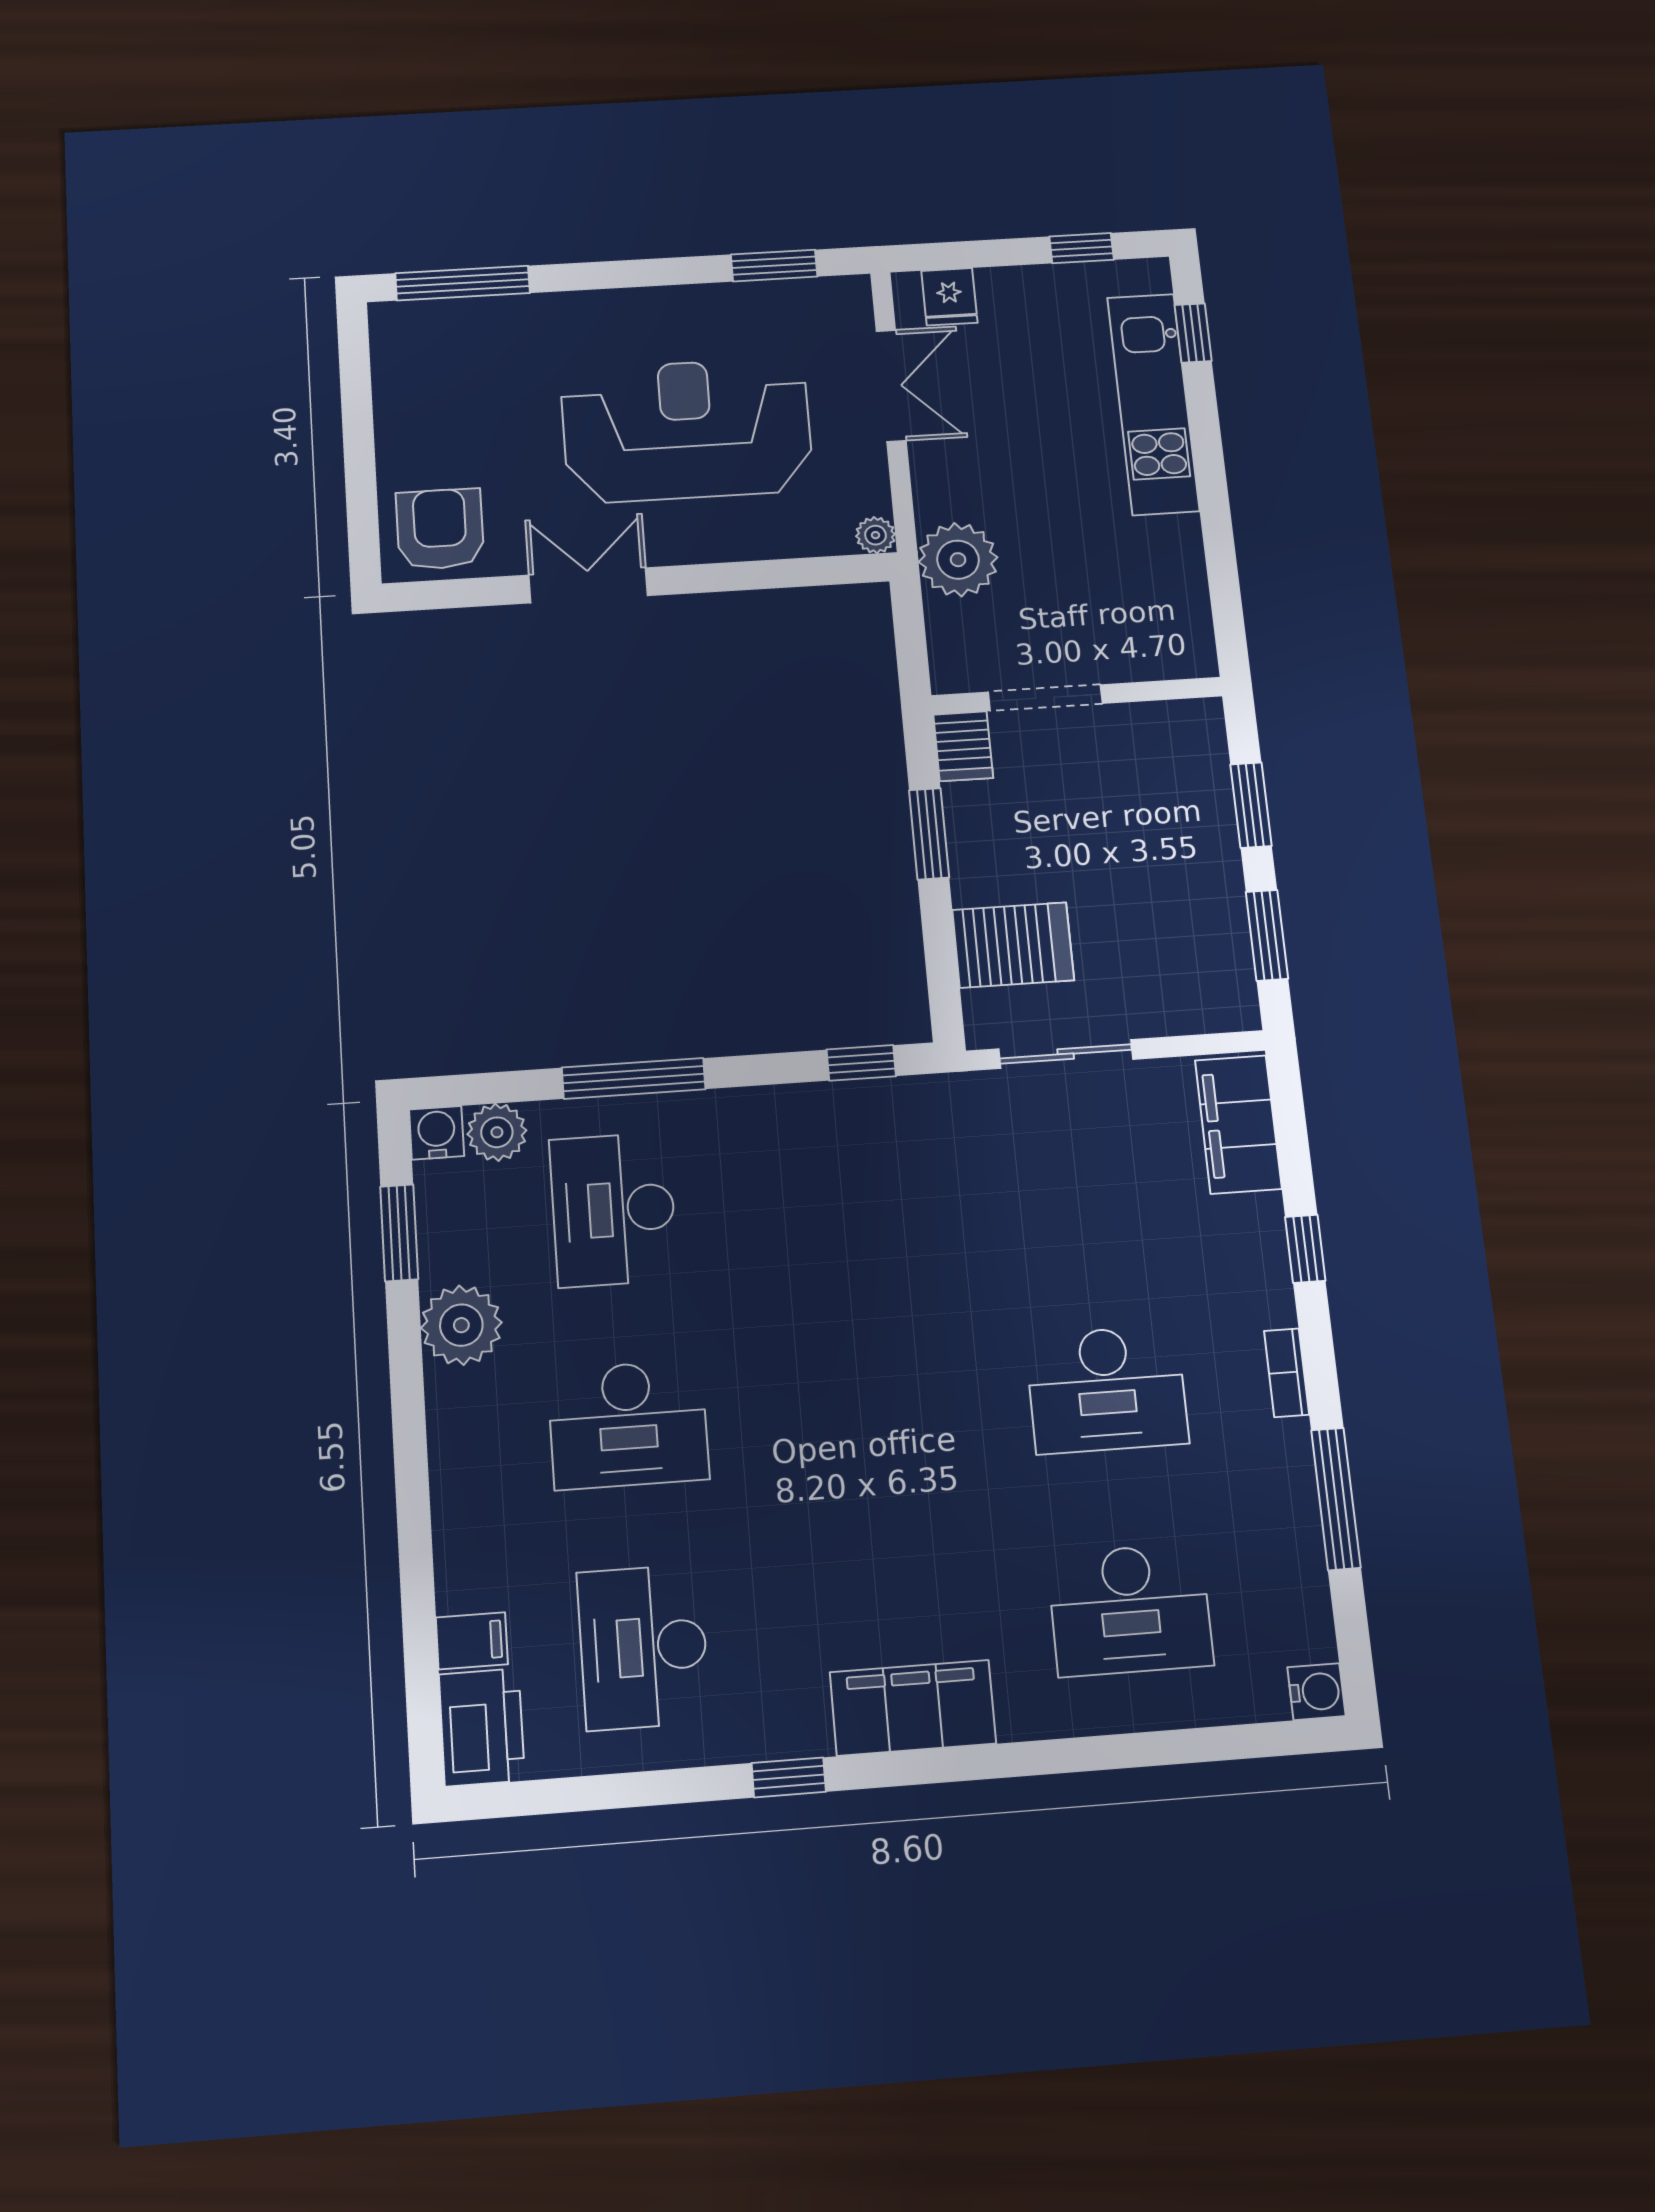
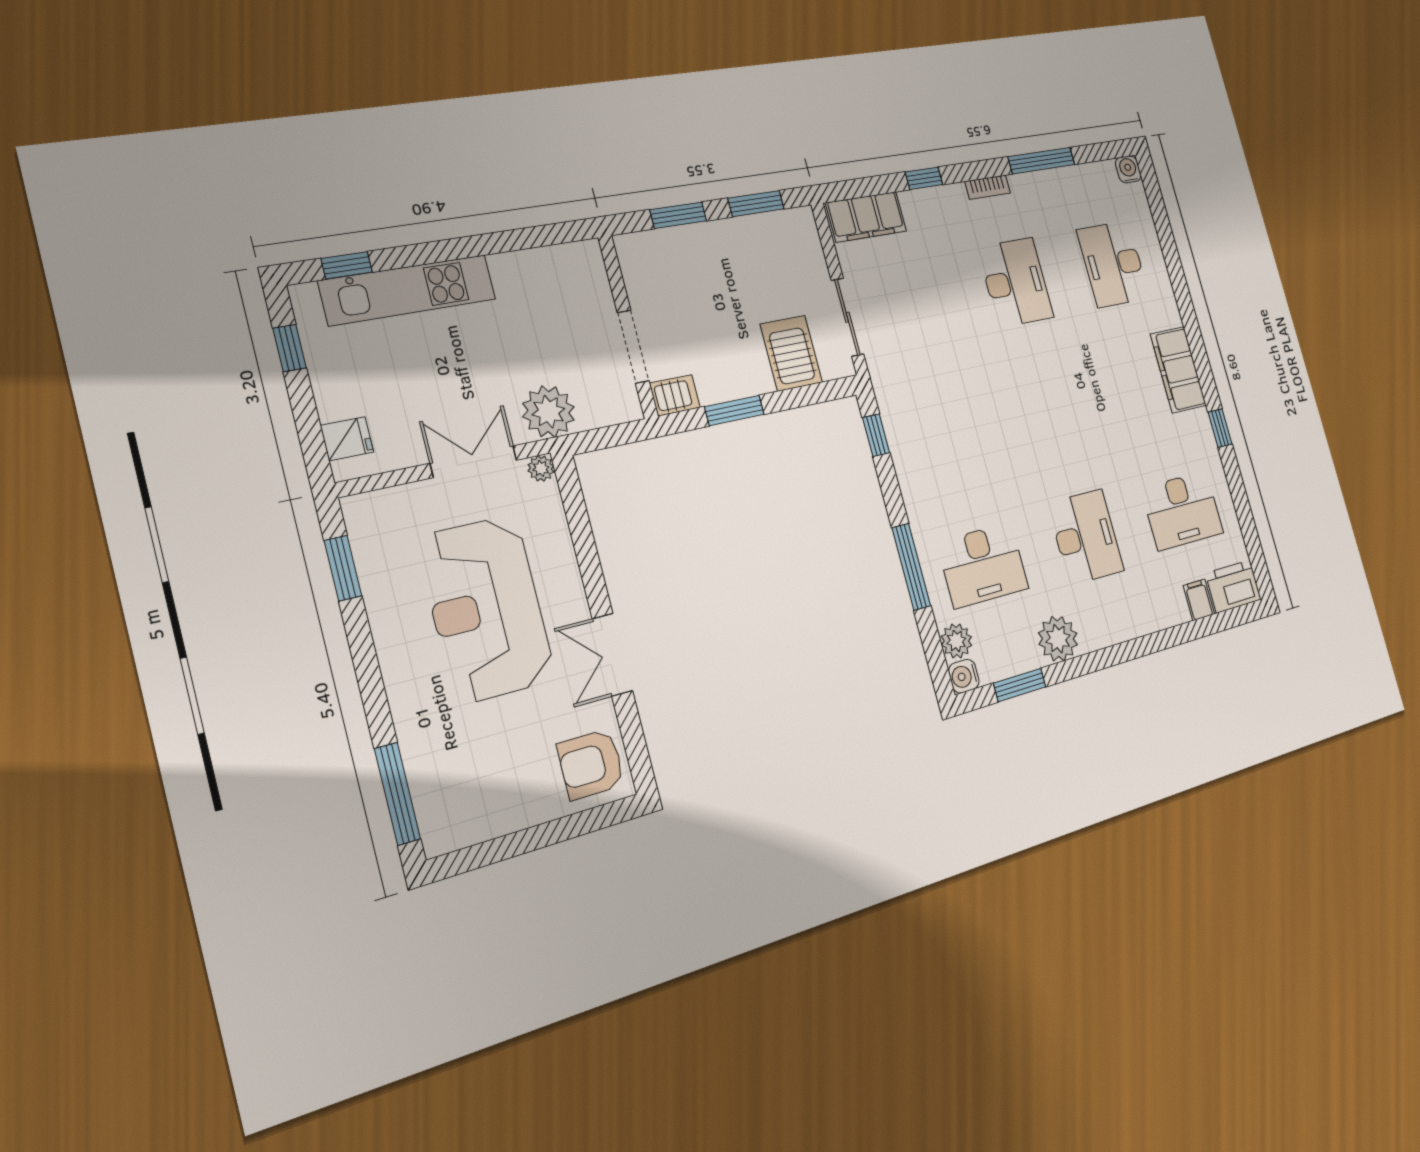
double door: (891, 386) -> (474, 462), moved
desk: (1130, 1610) -> (1113, 264), turned 180

